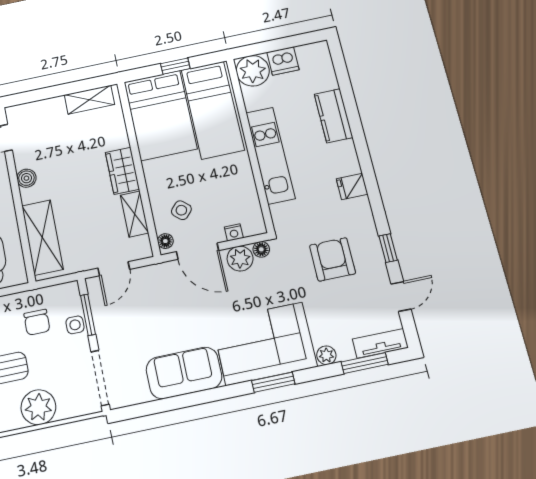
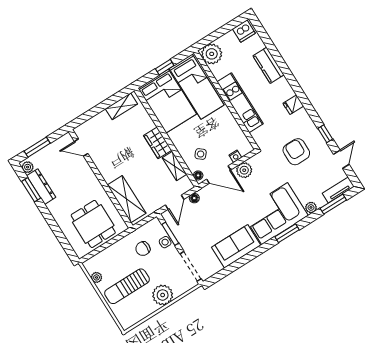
dishwasher: (283, 61) -> (244, 31), moved
boiler: (26, 178) -> (103, 167), removed
floor lamp: (261, 249) -> (194, 198), moved
chair: (37, 322) -> (143, 249), turned 90

